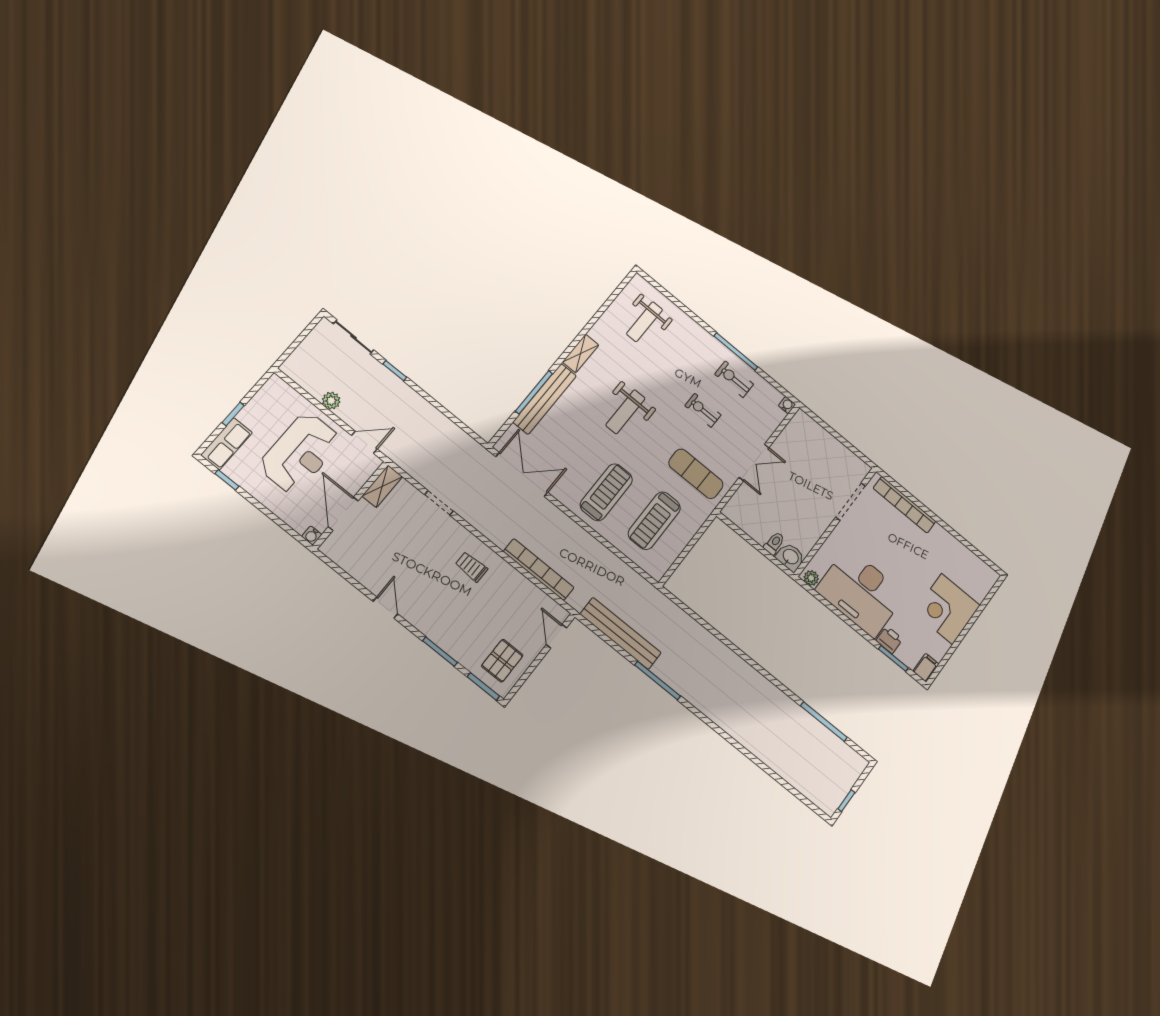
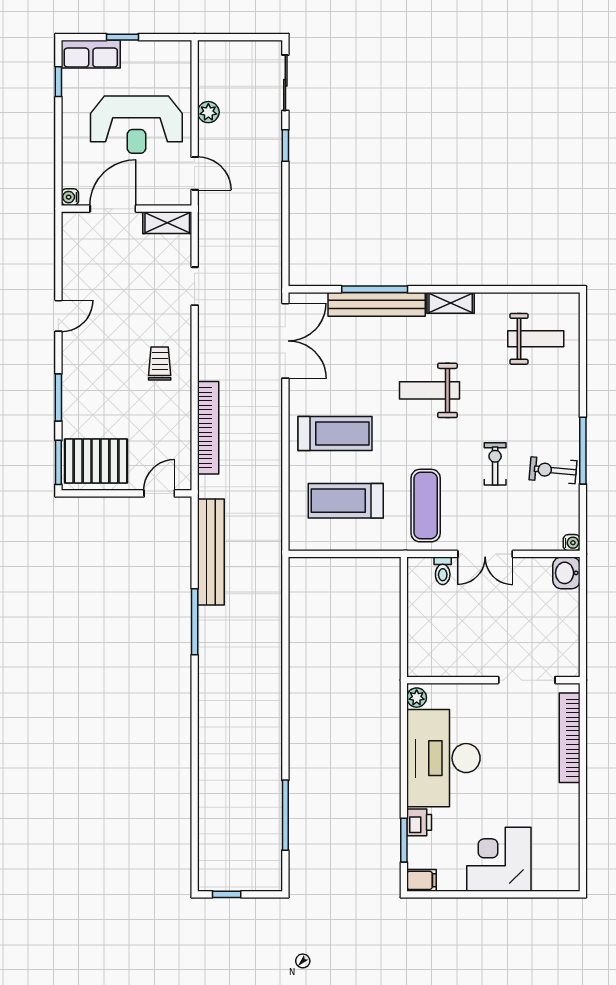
weight bench: (645, 322) -> (536, 339), turned 180
exercise bike: (734, 379) -> (553, 470), turned -85
toilet: (774, 543) -> (443, 571), moved, turned 90
washbasin: (790, 557) -> (566, 573), moved, turned 180
pallet: (502, 661) -> (96, 461), width x1.50, depth x1.42

